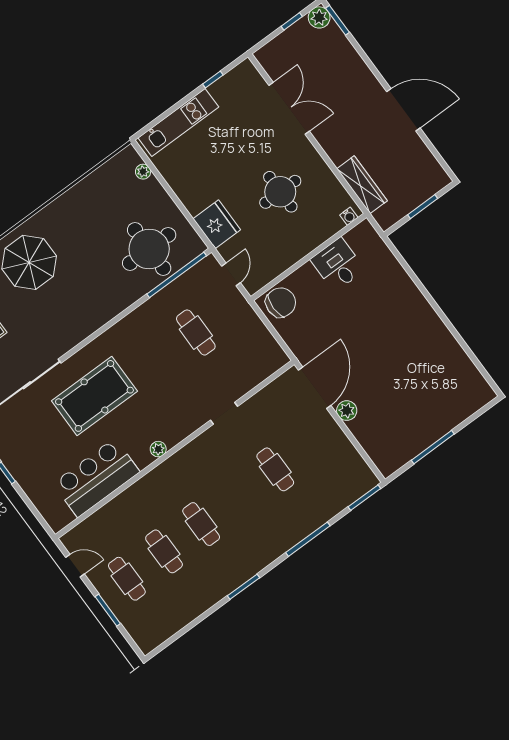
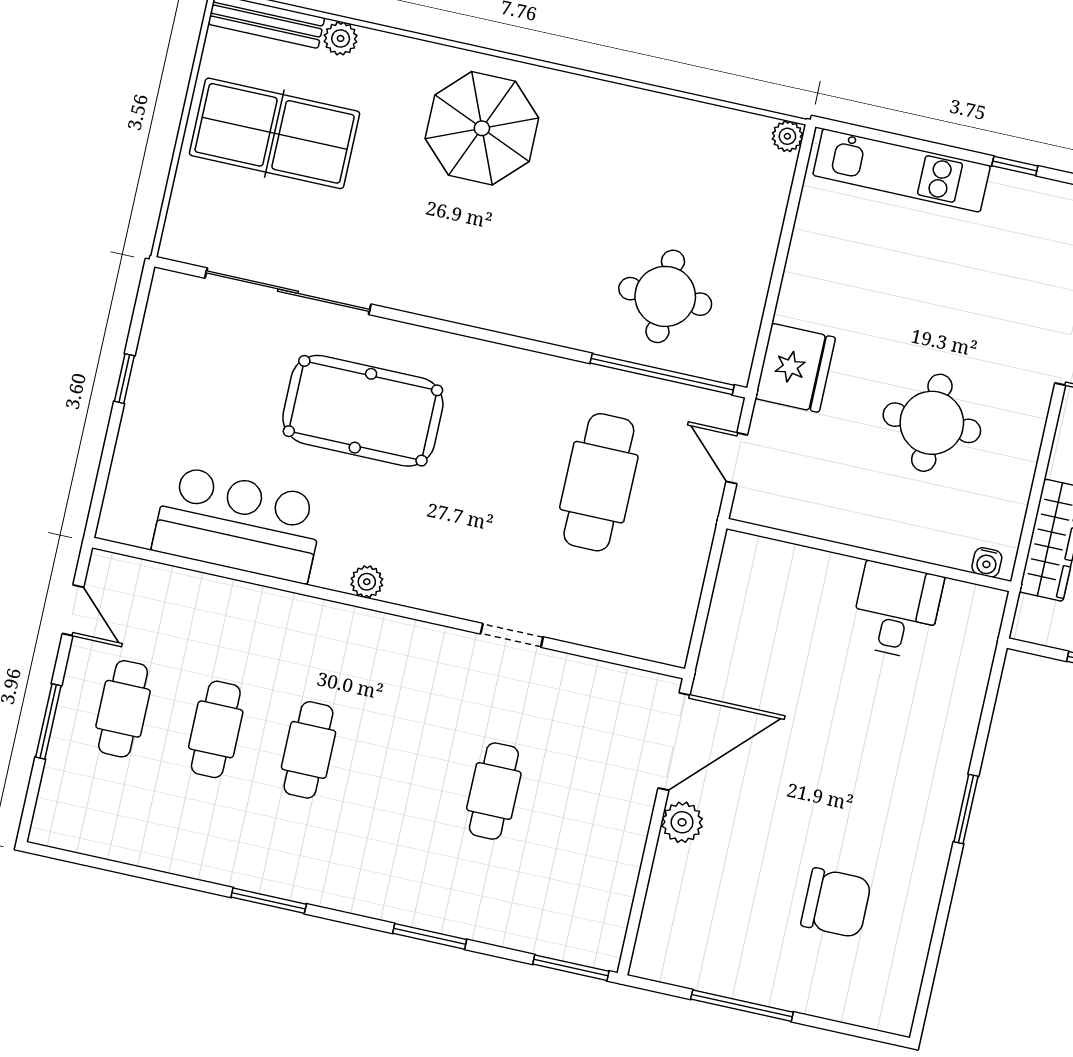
plant: (143, 172) -> (787, 136), moved
round table: (149, 249) -> (665, 296), width x0.73, depth x0.73
door: (231, 274) -> (737, 458), swing flipped
chair: (281, 302) -> (836, 903), moved
window: (432, 303) -> (966, 809), added
cafe table: (196, 332) -> (599, 482), width x1.37, depth x1.35
window: (308, 539) -> (430, 936), width x0.69

